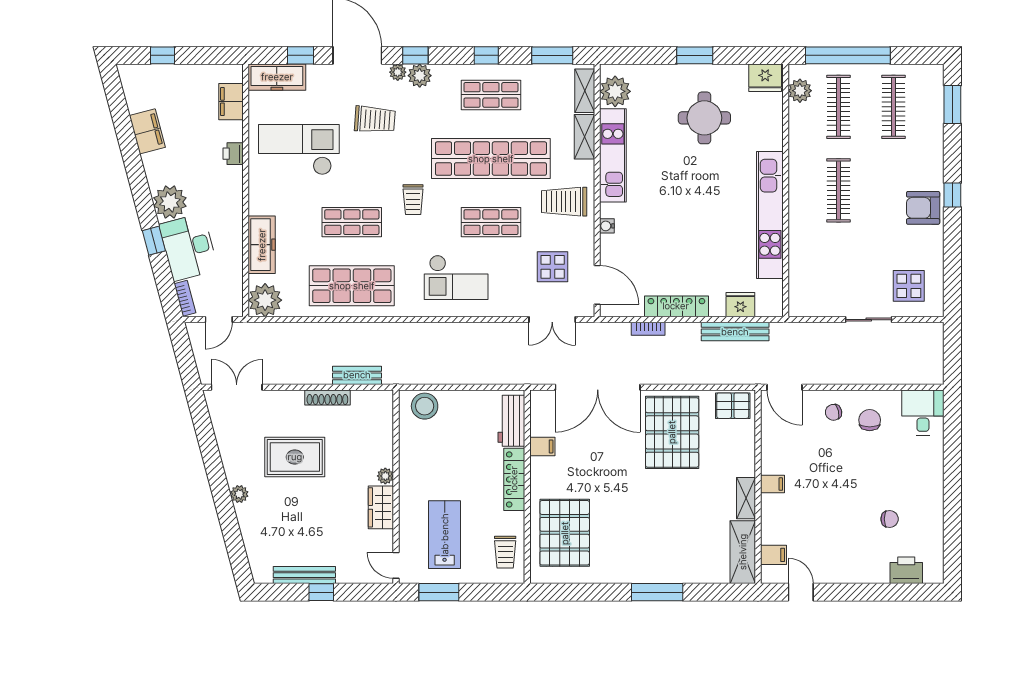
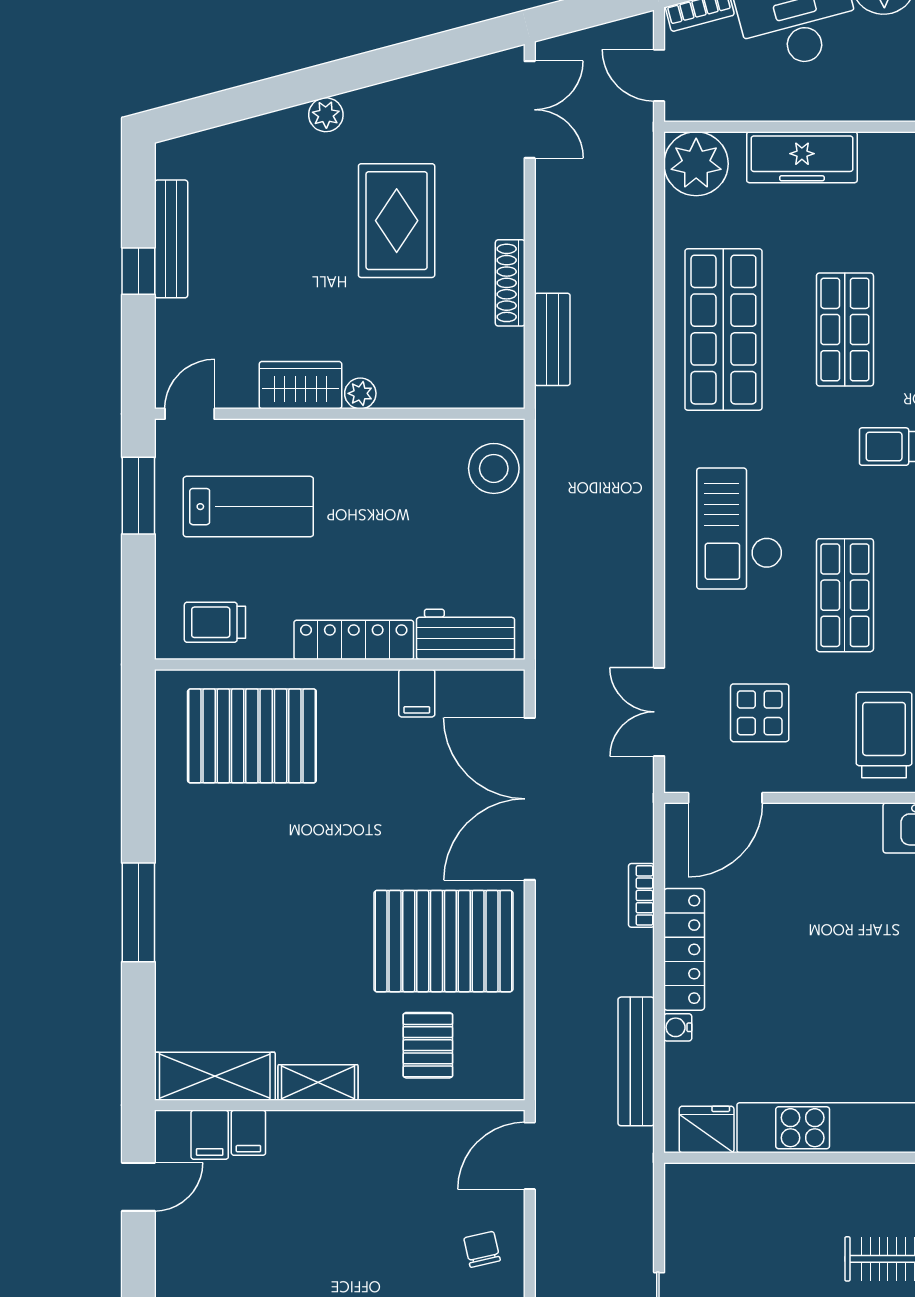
water cooler: (607, 226) -> (678, 1027), moved, turned -90
fridge: (740, 305) -> (707, 1129), moved, turned -90
pallet: (733, 406) -> (428, 1045), moved
filing cabinet: (772, 484) -> (248, 1133), moved

